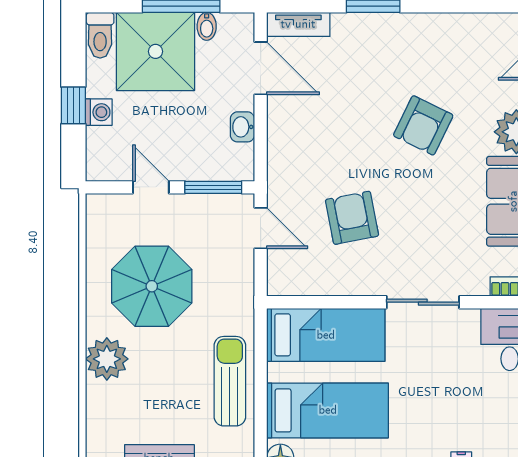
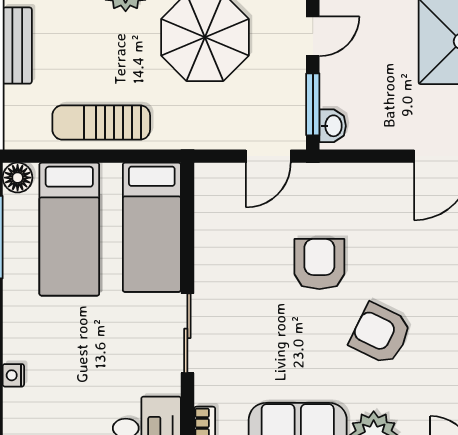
washbasin: (242, 127) -> (333, 126), moved, turned 90
armchair: (352, 218) -> (319, 264), moved, turned -79
sun lounger: (230, 381) -> (101, 123), turned 180

